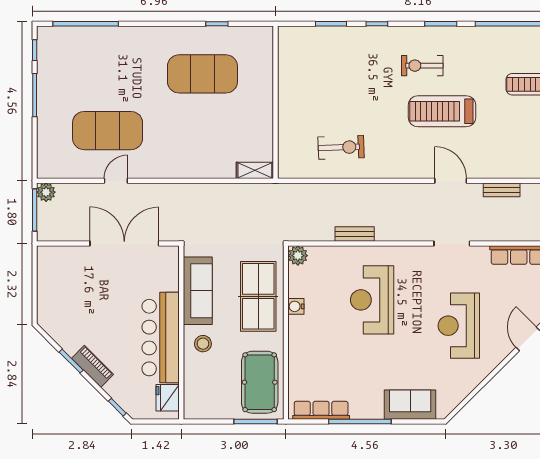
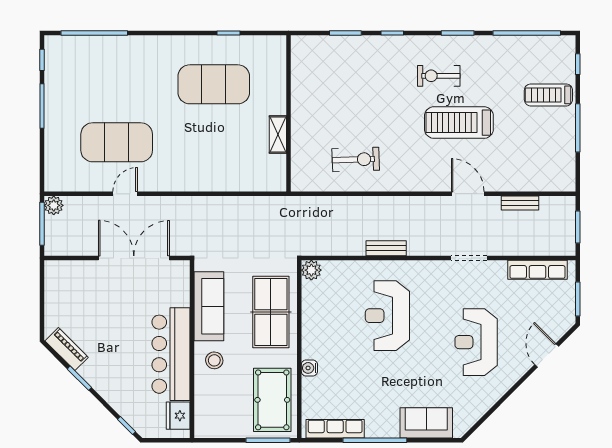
shelving: (255, 170) -> (278, 134), moved, turned 90
bench: (355, 234) -> (386, 248), moved
water cooler: (296, 306) -> (309, 368), moved
piano: (92, 366) -> (67, 349), moved

